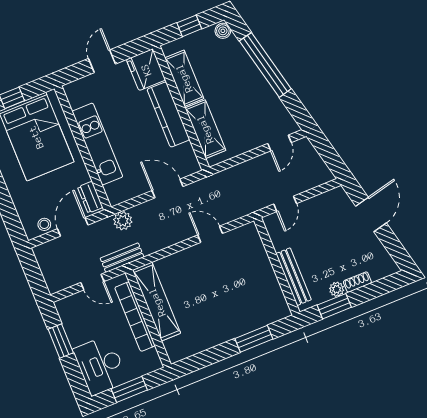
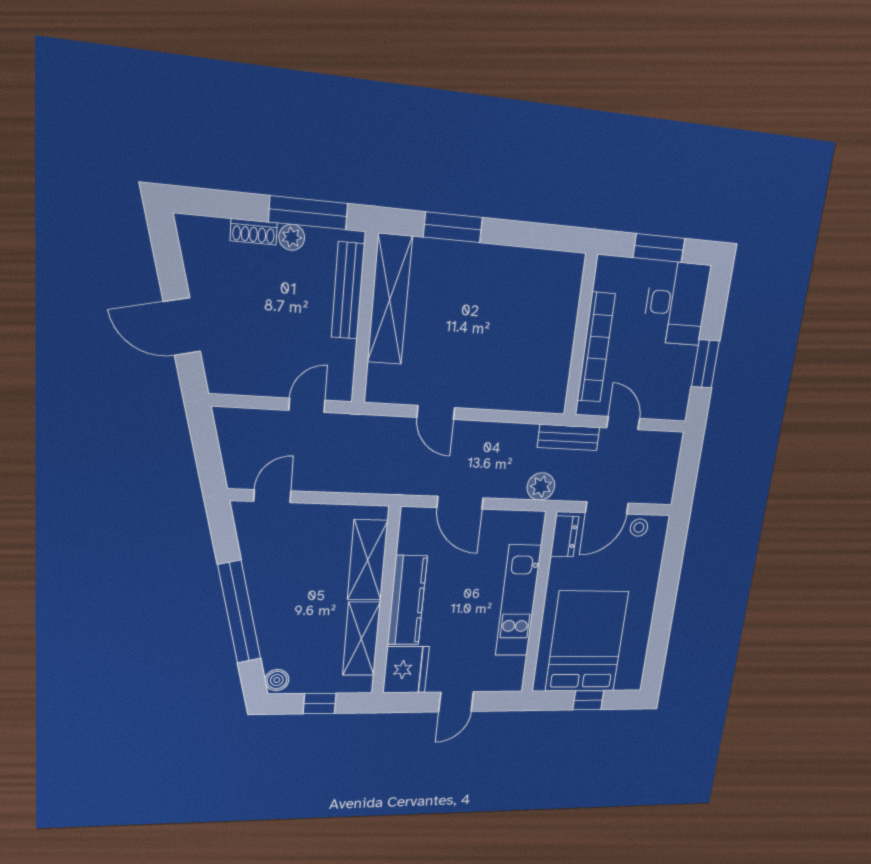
door: (371, 214) -> (182, 327), hinge flipped
shelving: (157, 302) -> (390, 300), moved
window: (334, 306) -> (308, 213), width x1.44

